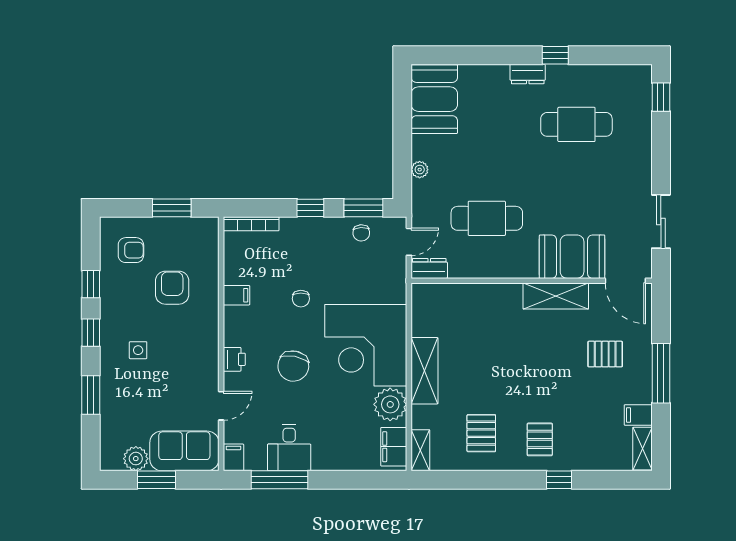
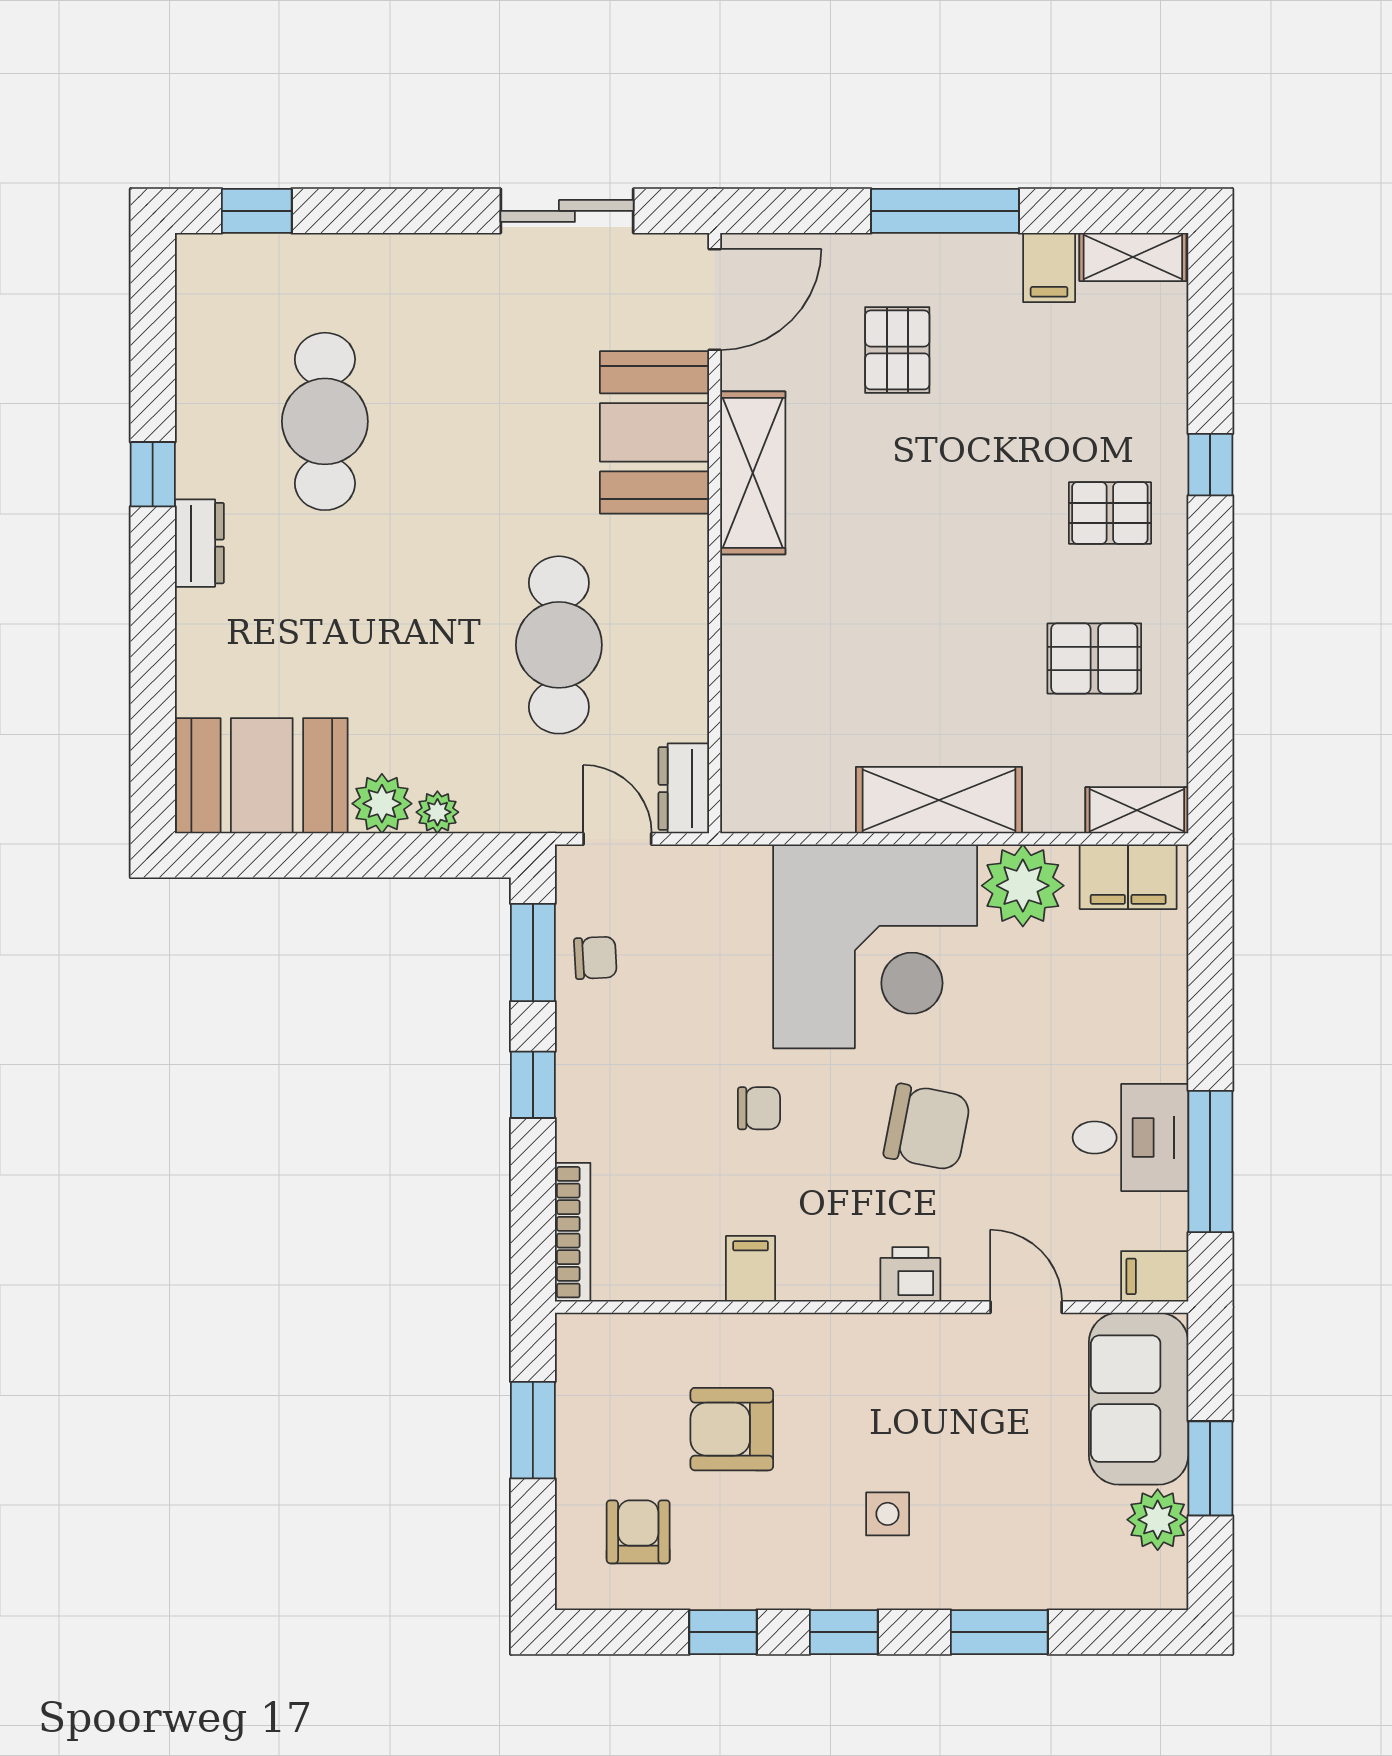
plant: (423, 147) -> (382, 804), added

